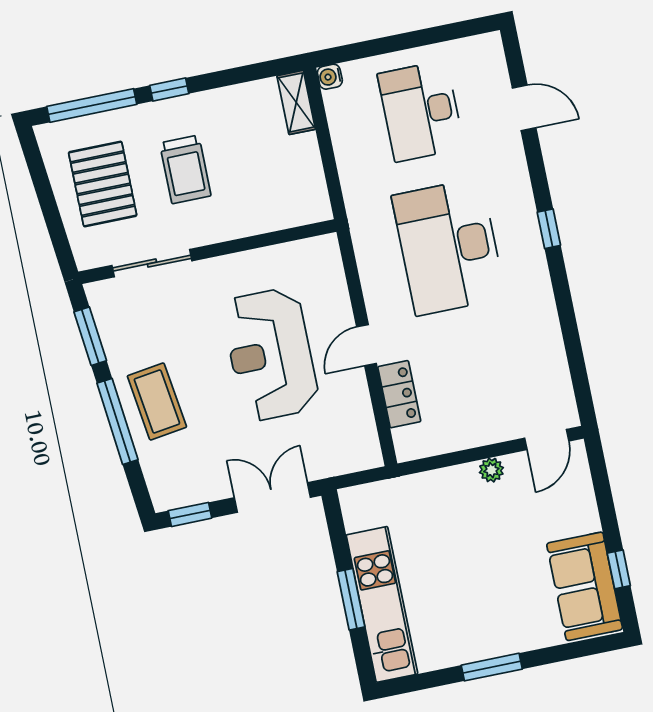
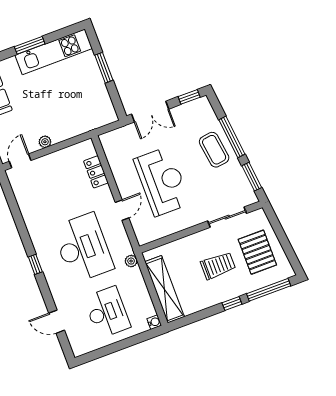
shelving: (296, 102) -> (165, 289), width x2.20, depth x1.33
trolley: (185, 169) -> (218, 266), turned 90
plant: (357, 206) -> (131, 261), added
door: (366, 345) -> (122, 210), moved
kitchen unit: (382, 604) -> (54, 52), moved, turned -90

